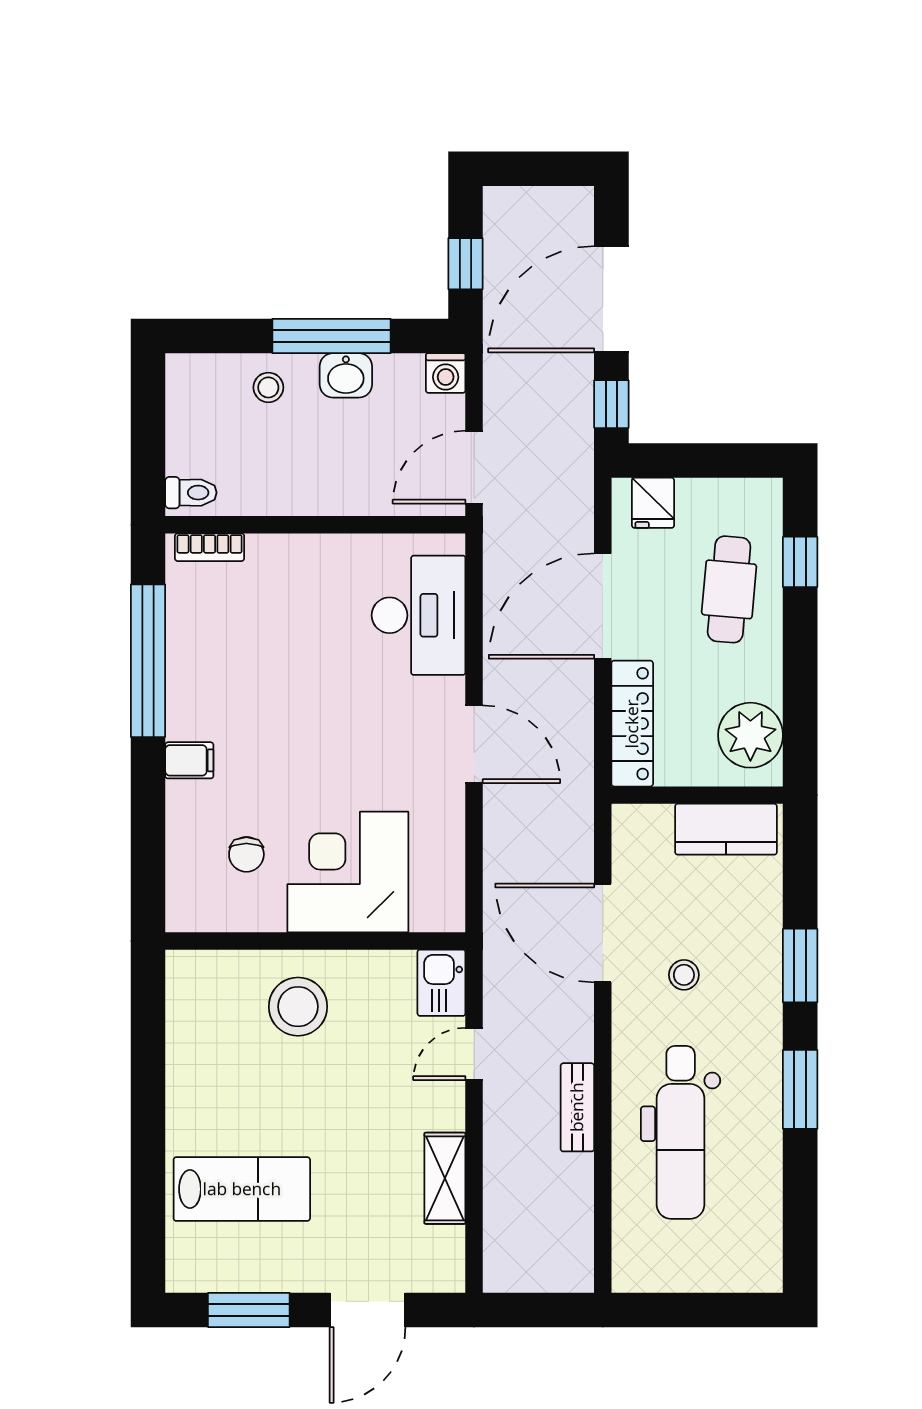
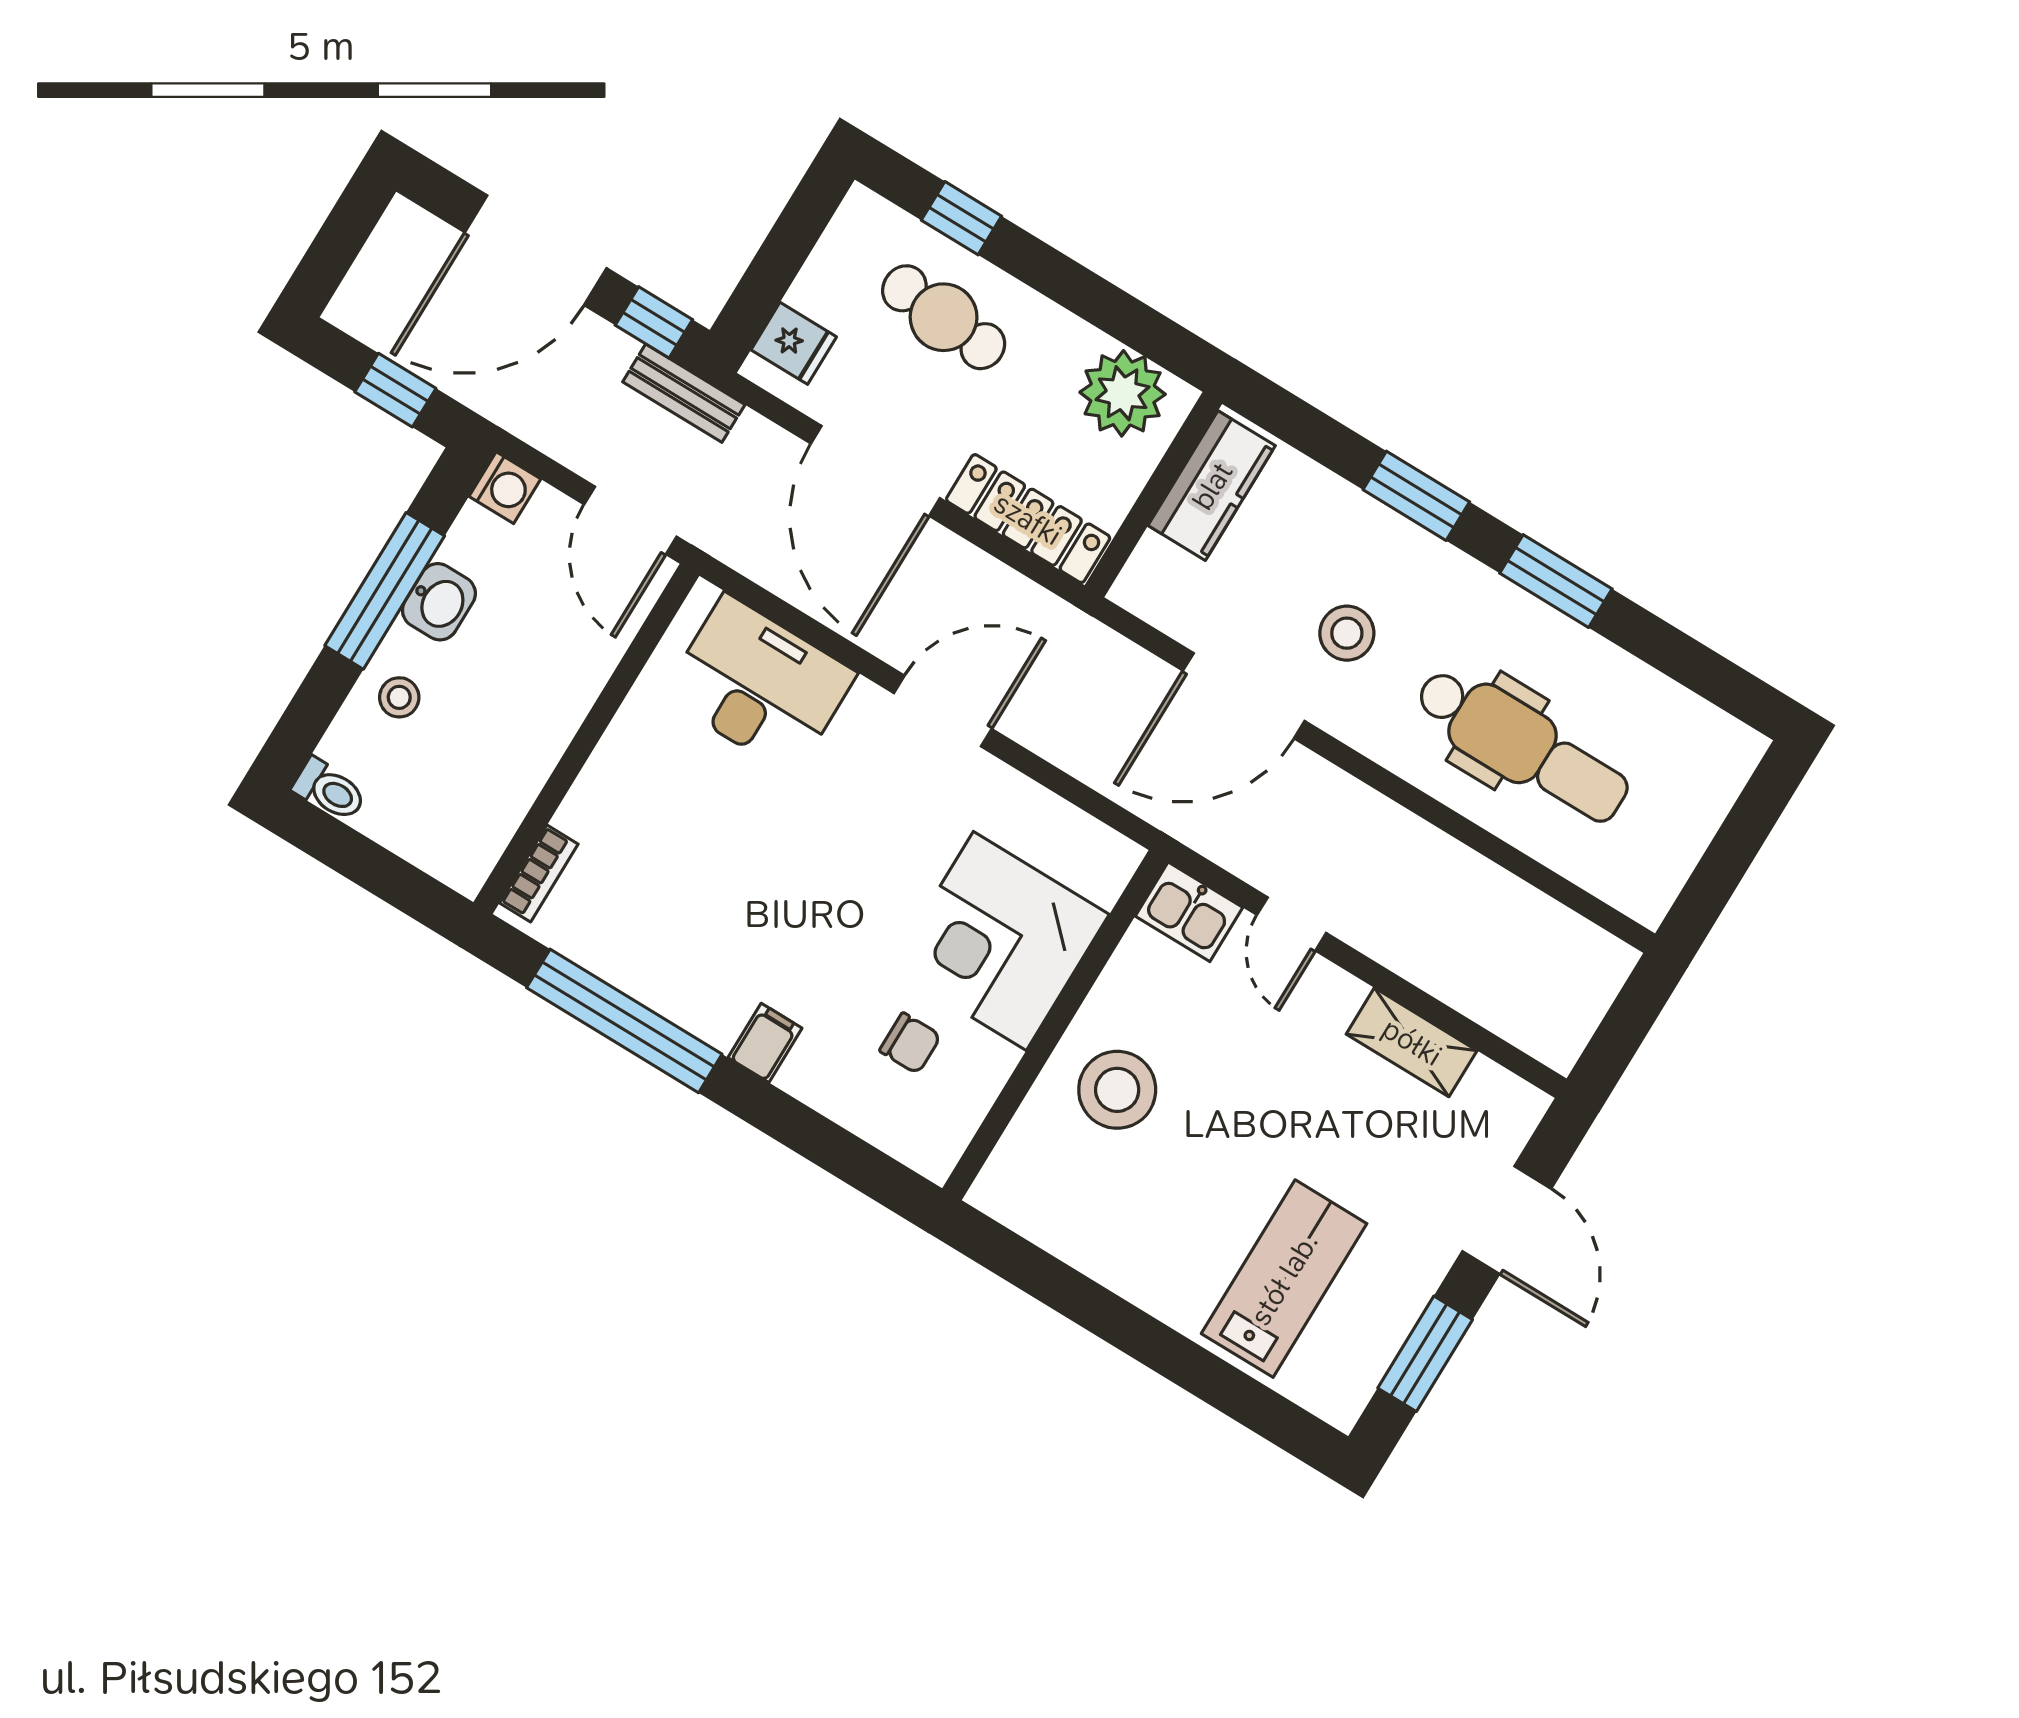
door: (611, 299) -> (536, 250), hinge flipped
toilet: (191, 493) -> (330, 790), moved, turned 90
stool: (684, 975) -> (1347, 633), width x1.37, depth x1.37
bench: (577, 1107) -> (684, 393), moved

